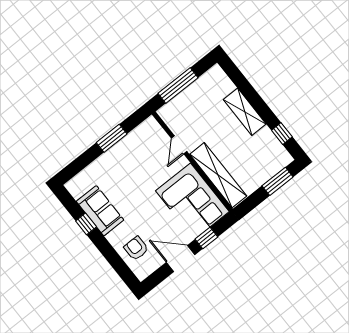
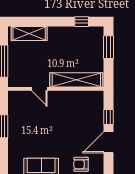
shelving: (245, 112) -> (29, 34), moved
corner sofa: (192, 201) -> (80, 108), removed

